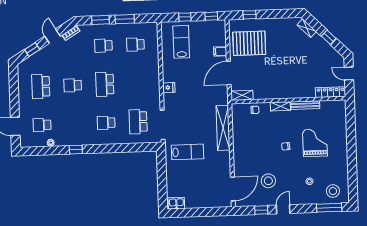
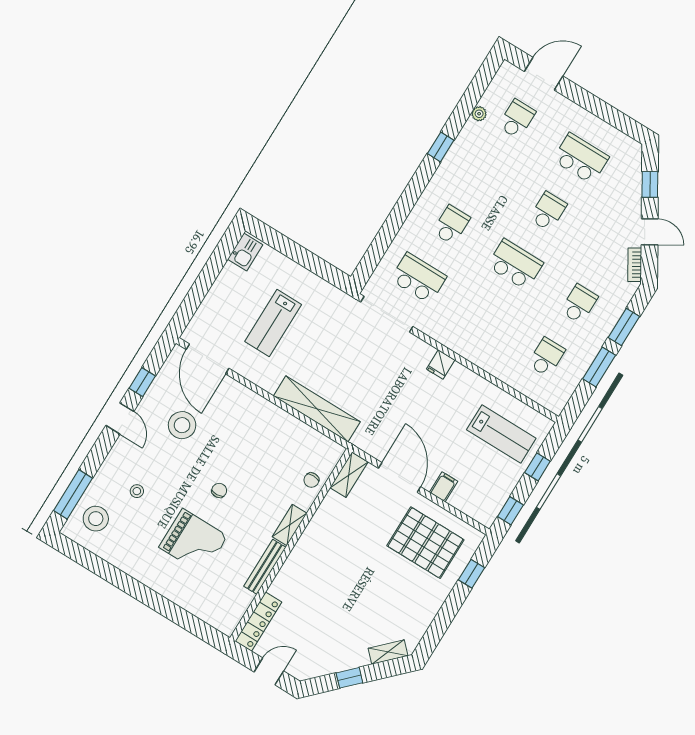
pallet: (249, 43) -> (425, 543), turned 90
lab bench: (188, 152) -> (273, 323), moved

